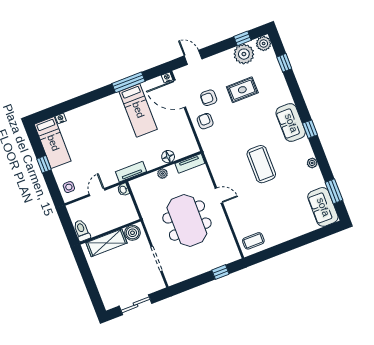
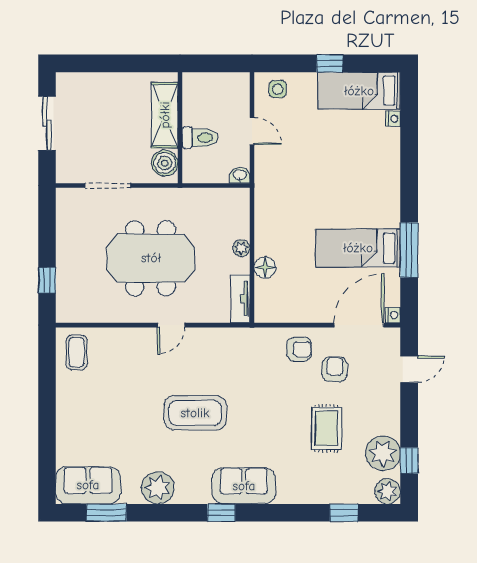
plant: (312, 163) -> (158, 488), width x1.88, depth x1.88
tv unit: (131, 172) -> (264, 199), removed
toilet: (82, 230) -> (200, 138), moved

